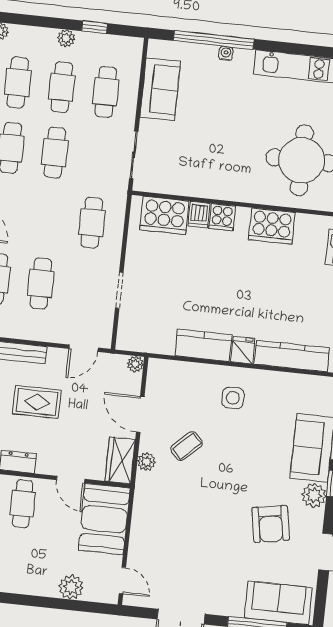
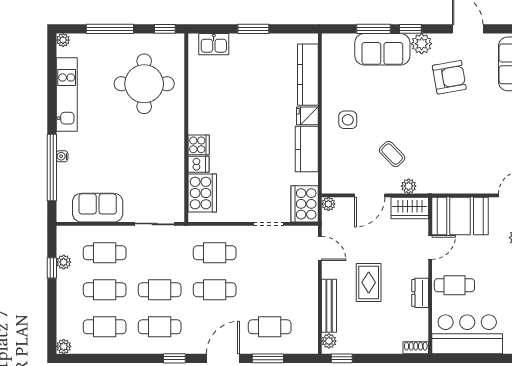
plant: (66, 38) -> (64, 262), moved
cooker: (272, 226) -> (305, 204), moved, turned 180
cafe table: (41, 283) -> (215, 290), moved

